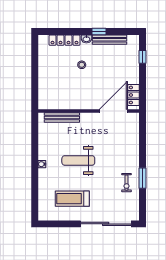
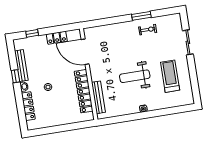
locker: (134, 95) -> (57, 38), moved
locker: (71, 103) -> (84, 91), added
weight bench: (78, 160) -> (135, 76), turned 90
treadmill: (72, 199) -> (170, 76), turned 180
sliding door: (106, 224) -> (188, 42), width x0.54

